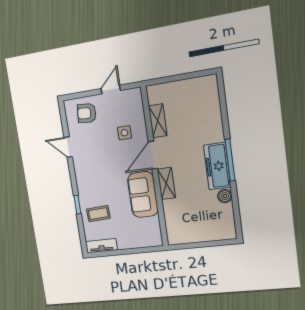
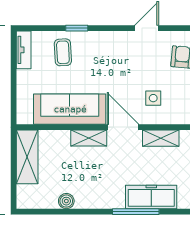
window: (230, 160) -> (136, 212), moved
freezer: (217, 166) -> (151, 197), moved
sofa: (143, 195) -> (70, 109), width x1.36
shelving: (190, 234) -> (27, 157), added

